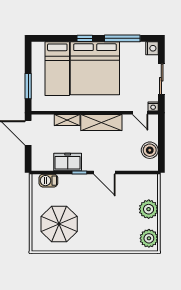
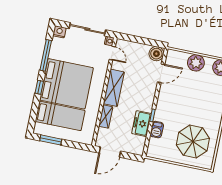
sliding door: (161, 79) -> (87, 29), width x1.37
window: (28, 86) -> (51, 140), moved
door: (140, 113) -> (112, 53), hinge flipped
boiler: (150, 150) -> (156, 54), moved
door: (104, 172) -> (161, 73), moved
barbecue: (48, 181) -> (157, 130), moved

